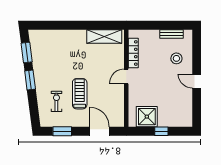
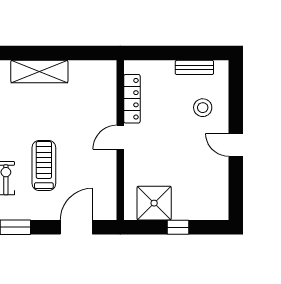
shelving: (104, 36) -> (39, 72), moved
door: (99, 131) -> (76, 227), hinge flipped

